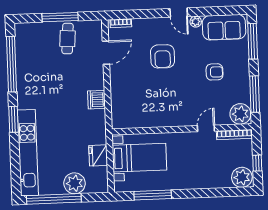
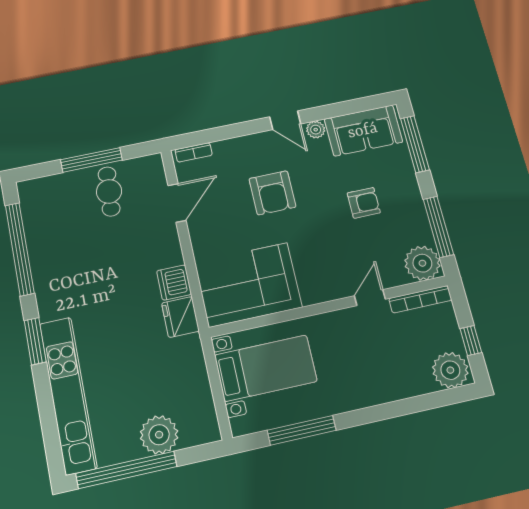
corner sofa: (138, 109) -> (248, 285), added
fridge: (98, 155) -> (180, 317), moved

